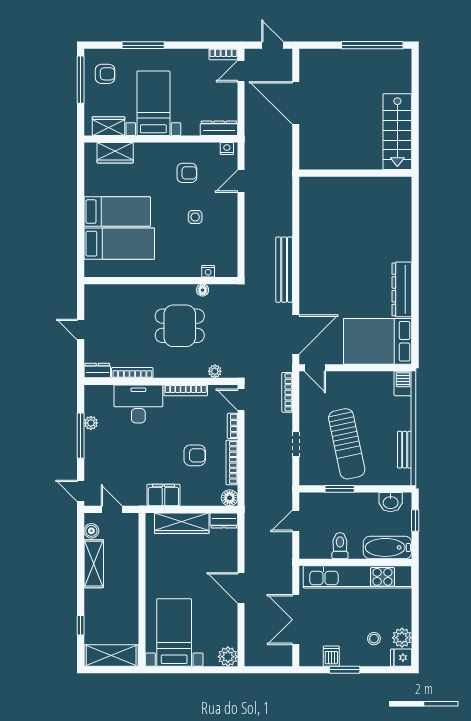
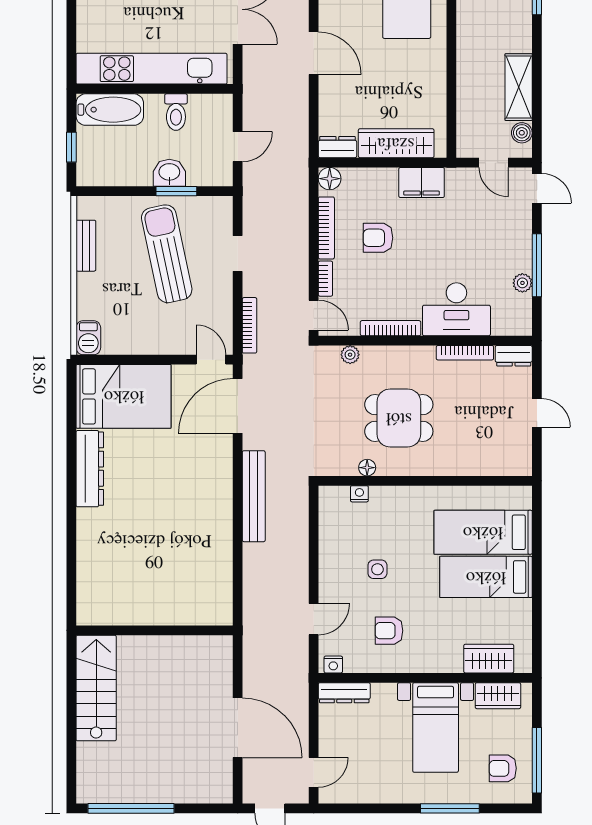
bookcase: (223, 54) -> (338, 796), removed
washbasin: (391, 502) -> (169, 173), moved

